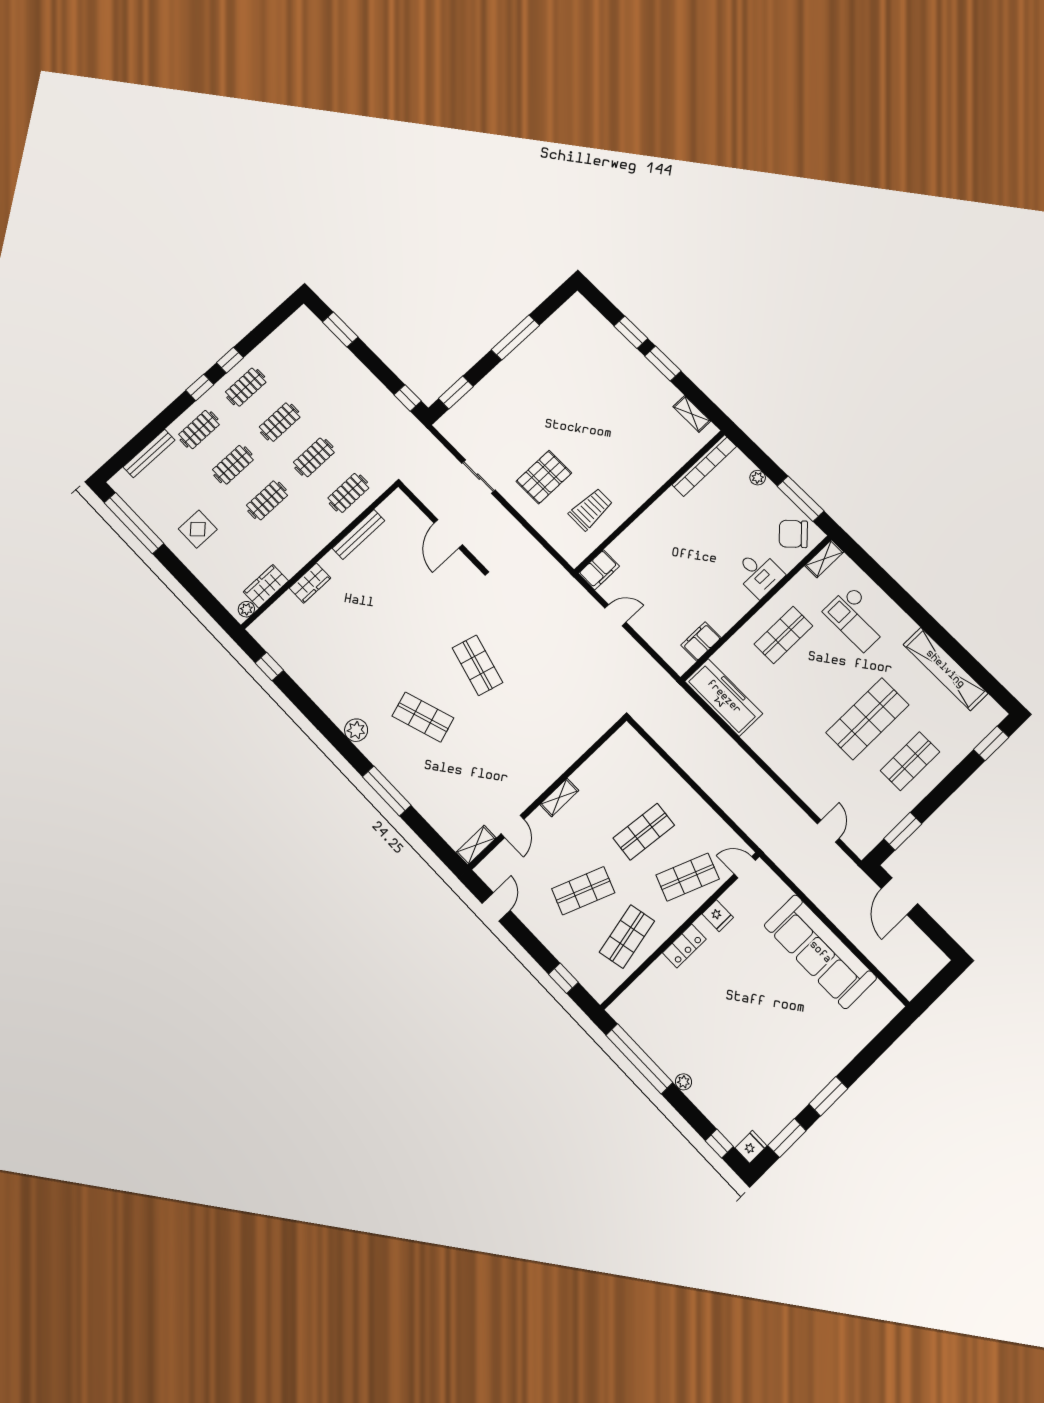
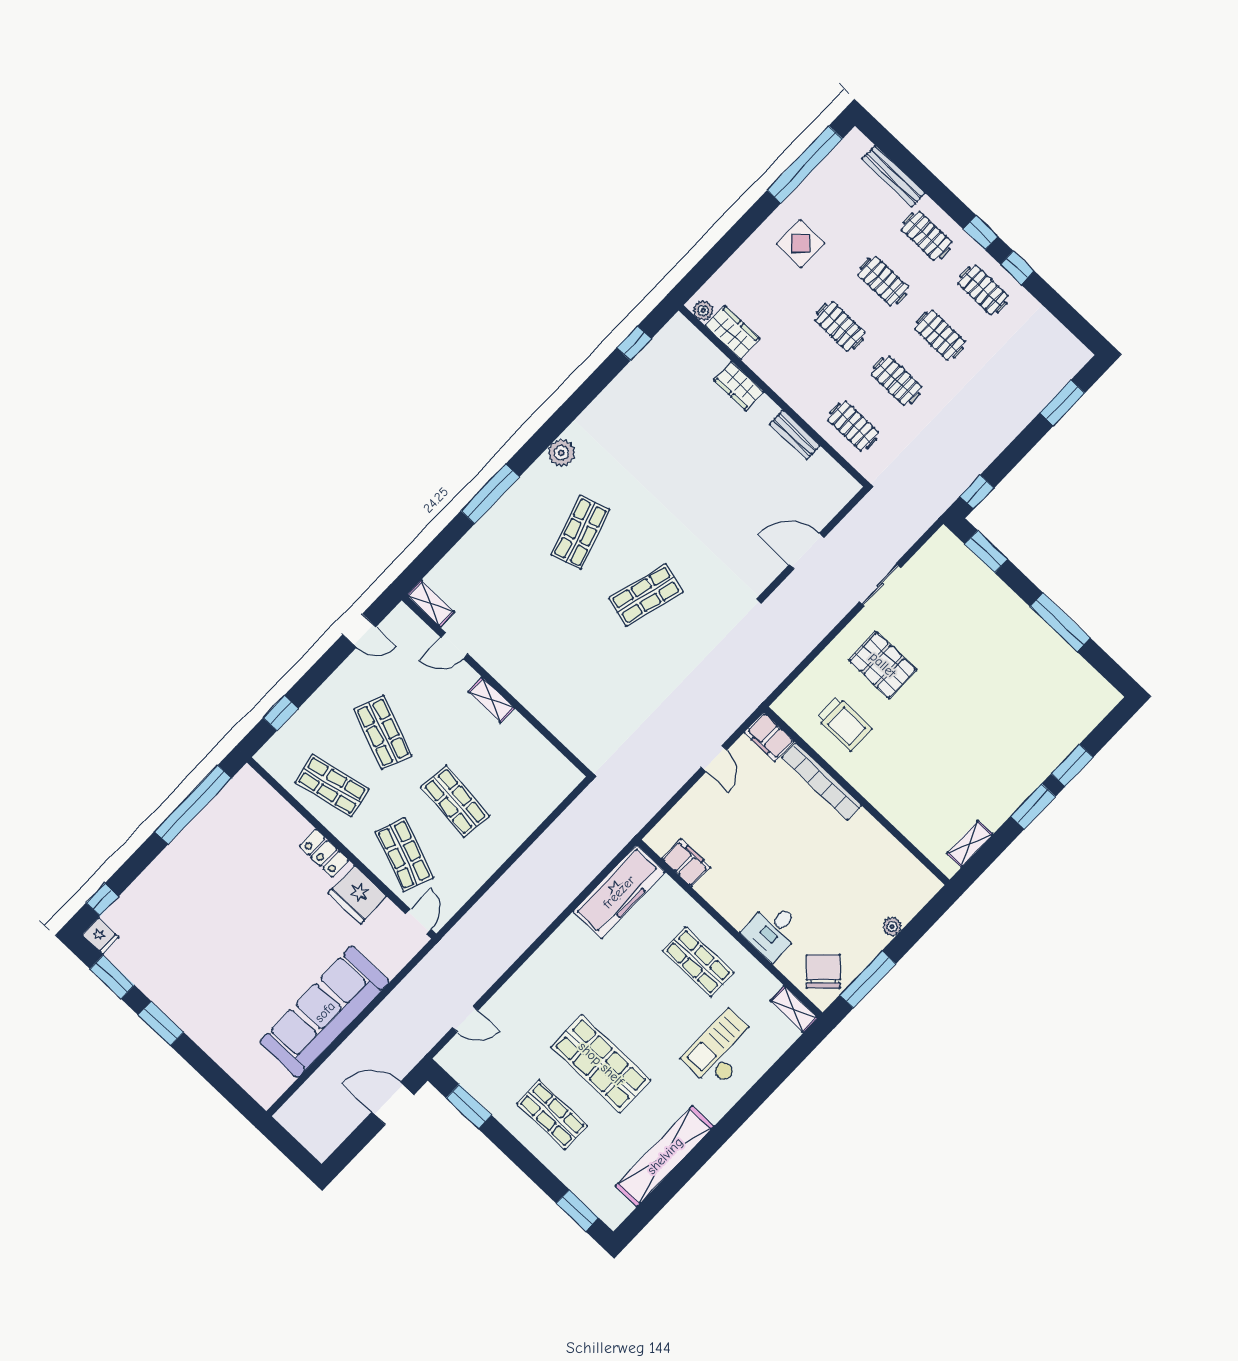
bookcase: (704, 466) -> (822, 782), moved
bench: (358, 534) -> (795, 435), width x0.73
fridge: (718, 916) -> (357, 895), width x1.88, depth x1.34
plant: (683, 1082) -> (169, 857), removed

